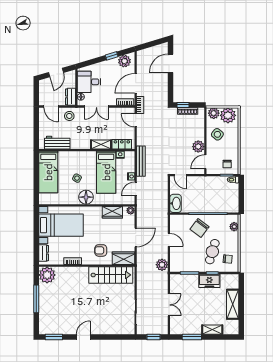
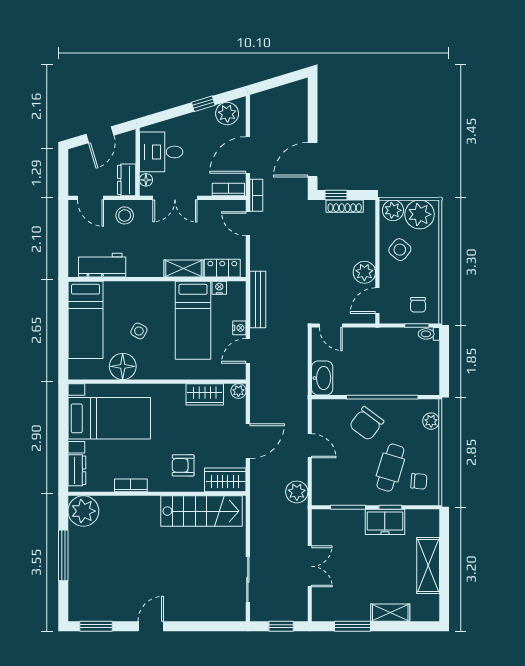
door: (170, 63) -> (313, 160), moved
floor lamp: (86, 197) -> (123, 366), moved

